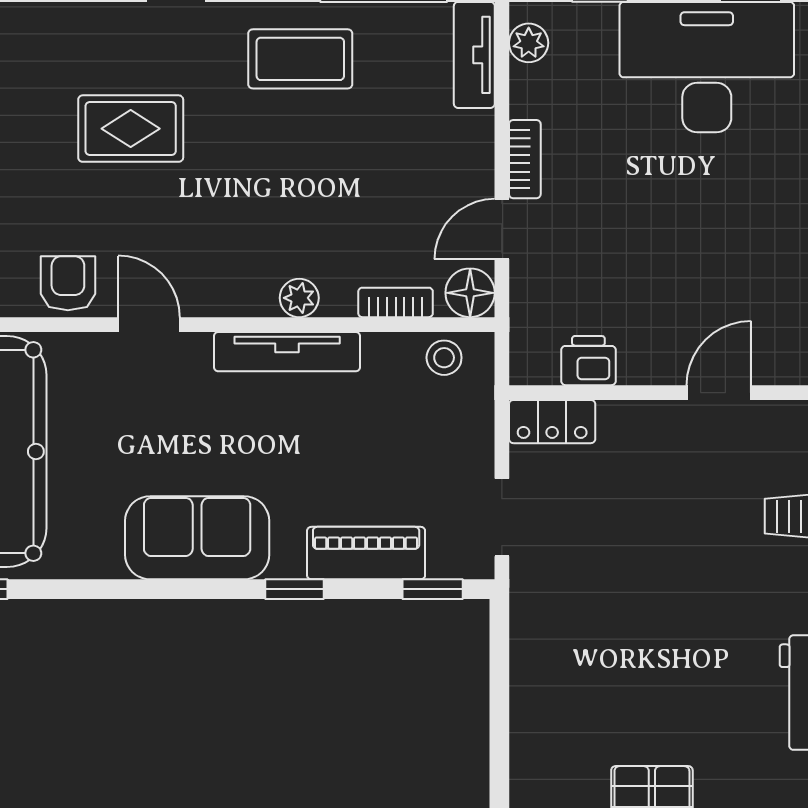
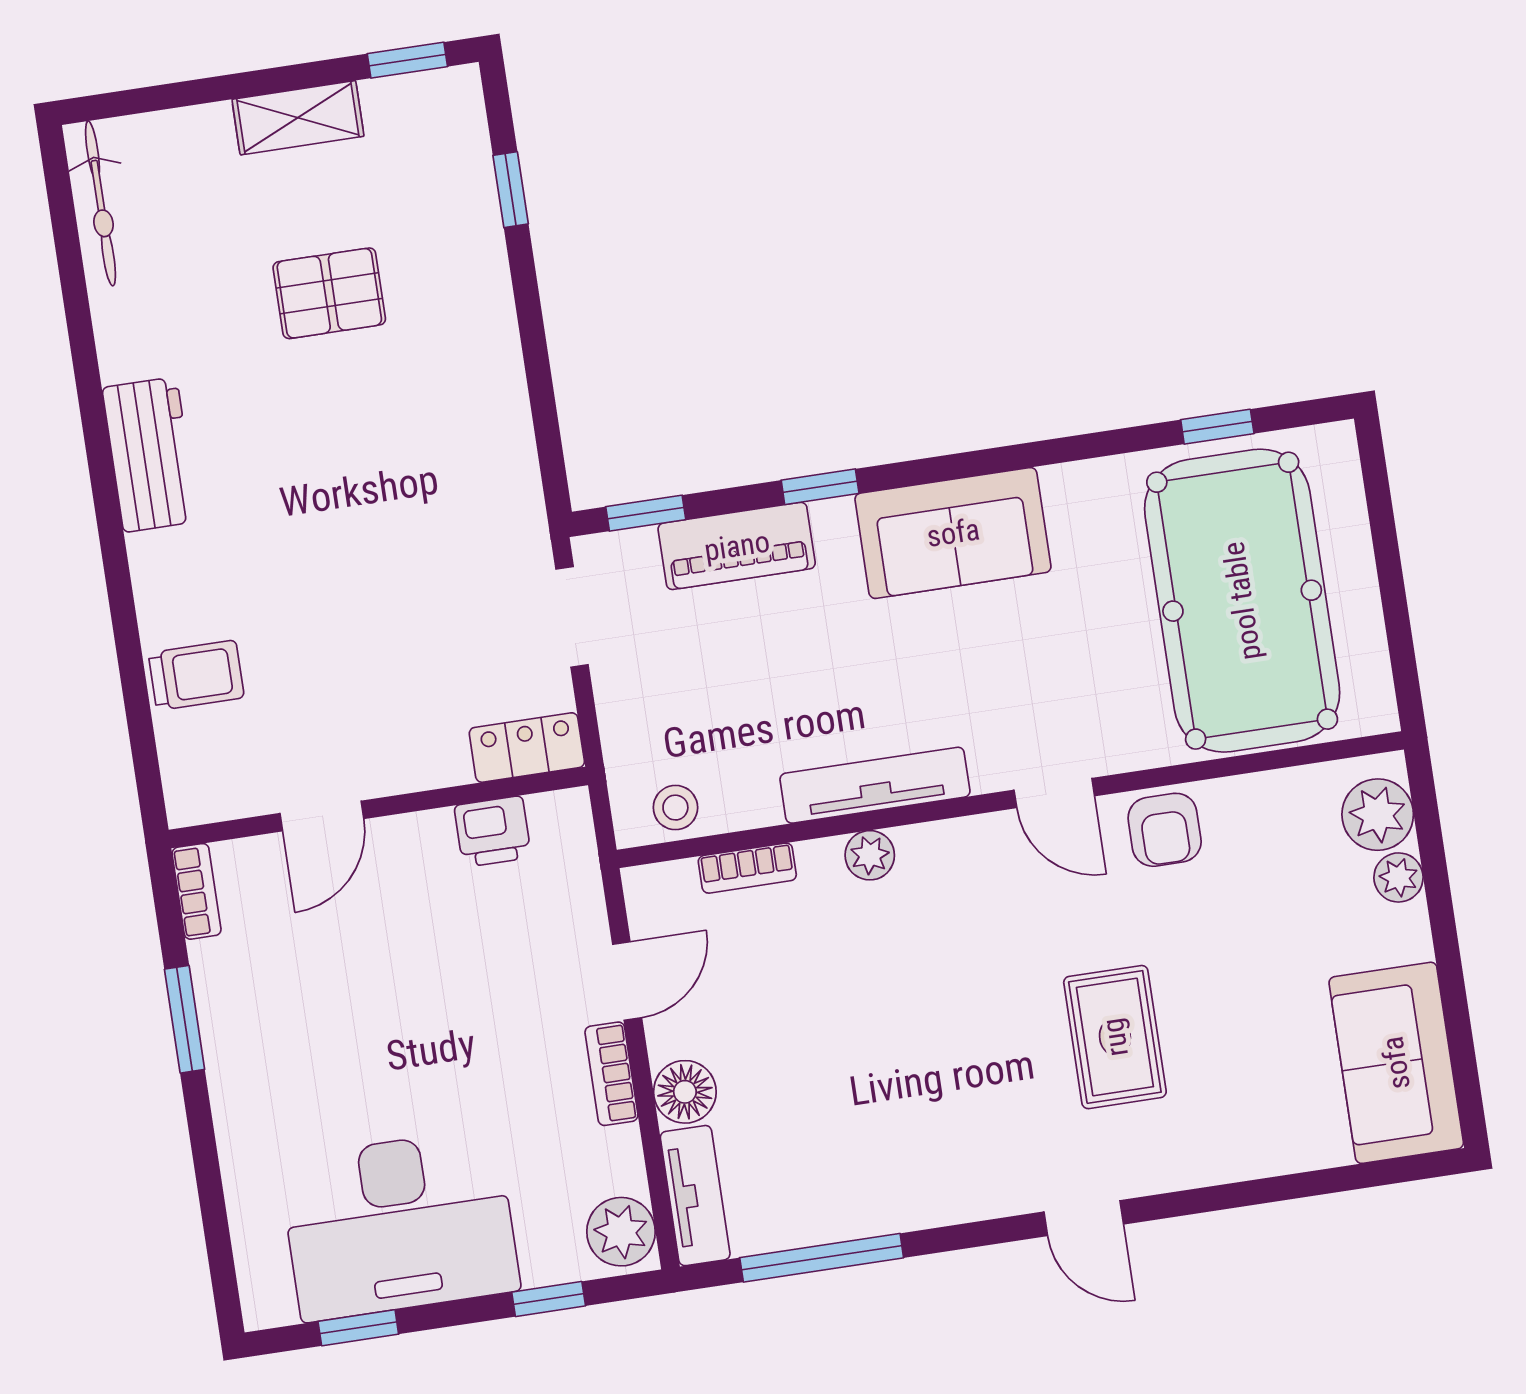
plant: (529, 43) -> (621, 1232), width x1.38, depth x1.38
coffee table: (300, 59) -> (914, 1157), removed
rug: (131, 129) -> (1115, 1037), turned 90
floor lamp: (470, 293) -> (685, 1092), moved

